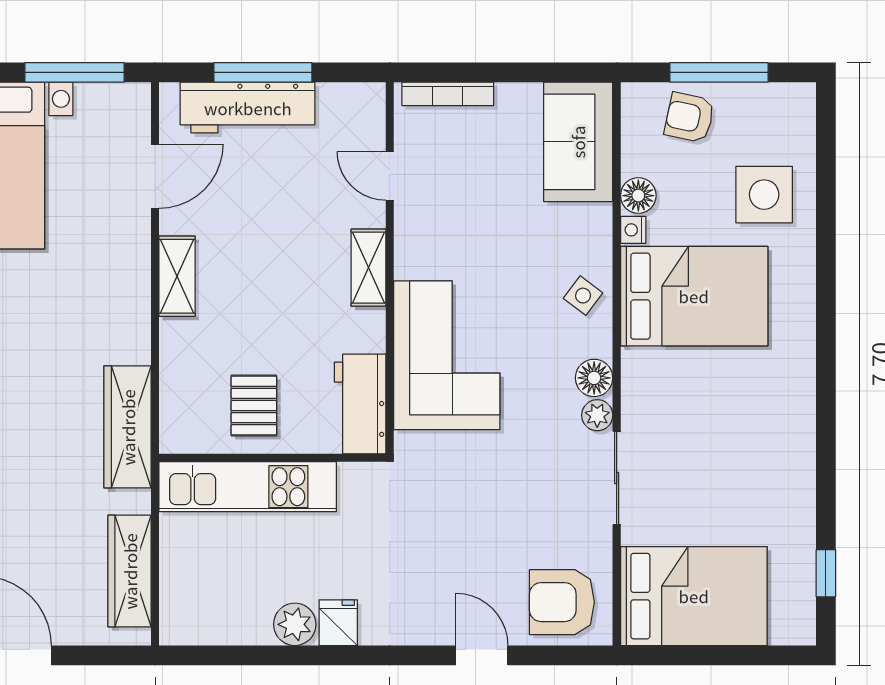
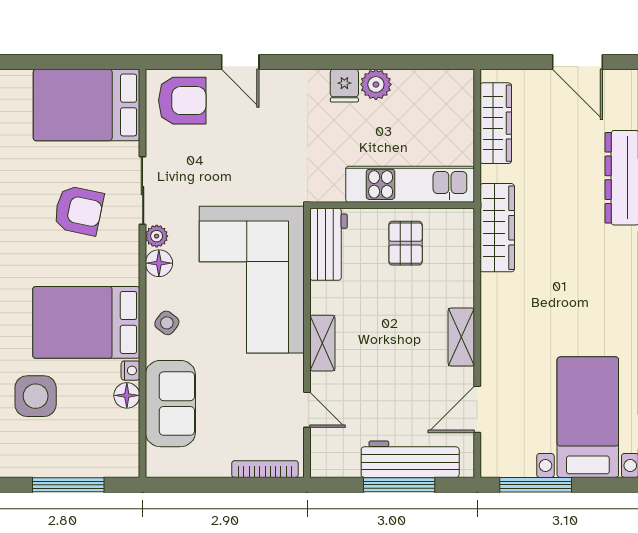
armchair: (689, 118) -> (79, 210), moved, width x1.38, depth x1.38
sofa: (578, 142) -> (170, 404), moved
corner sofa: (447, 355) -> (252, 280), width x1.36, depth x1.36

